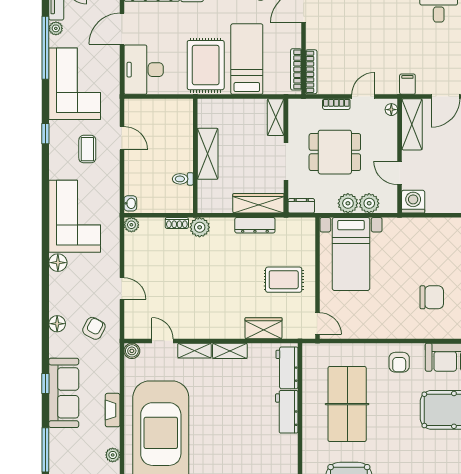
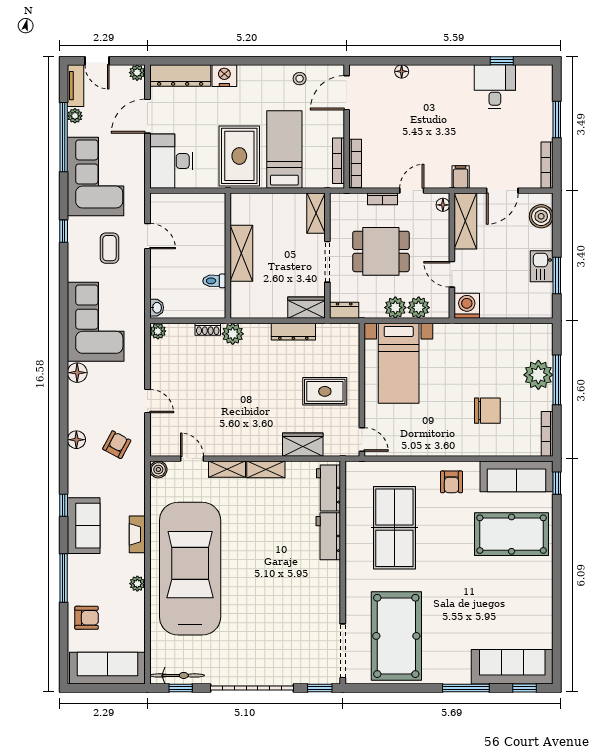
wardrobe: (258, 203) -> (306, 308), width x0.67
sofa: (64, 393) -> (84, 526), width x0.73

